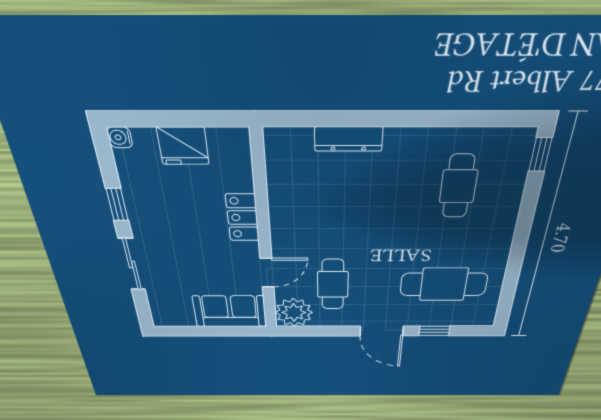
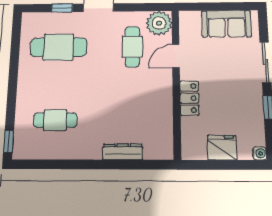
cafe table: (458, 186) -> (55, 120), turned 90
sofa: (230, 311) -> (226, 24), moved

